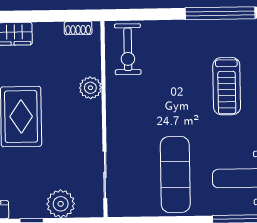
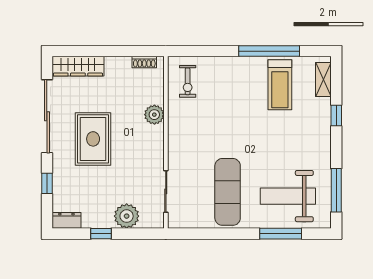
exercise bike: (128, 49) -> (188, 81), width x0.73, depth x0.72
treadmill: (227, 86) -> (280, 85), moved

